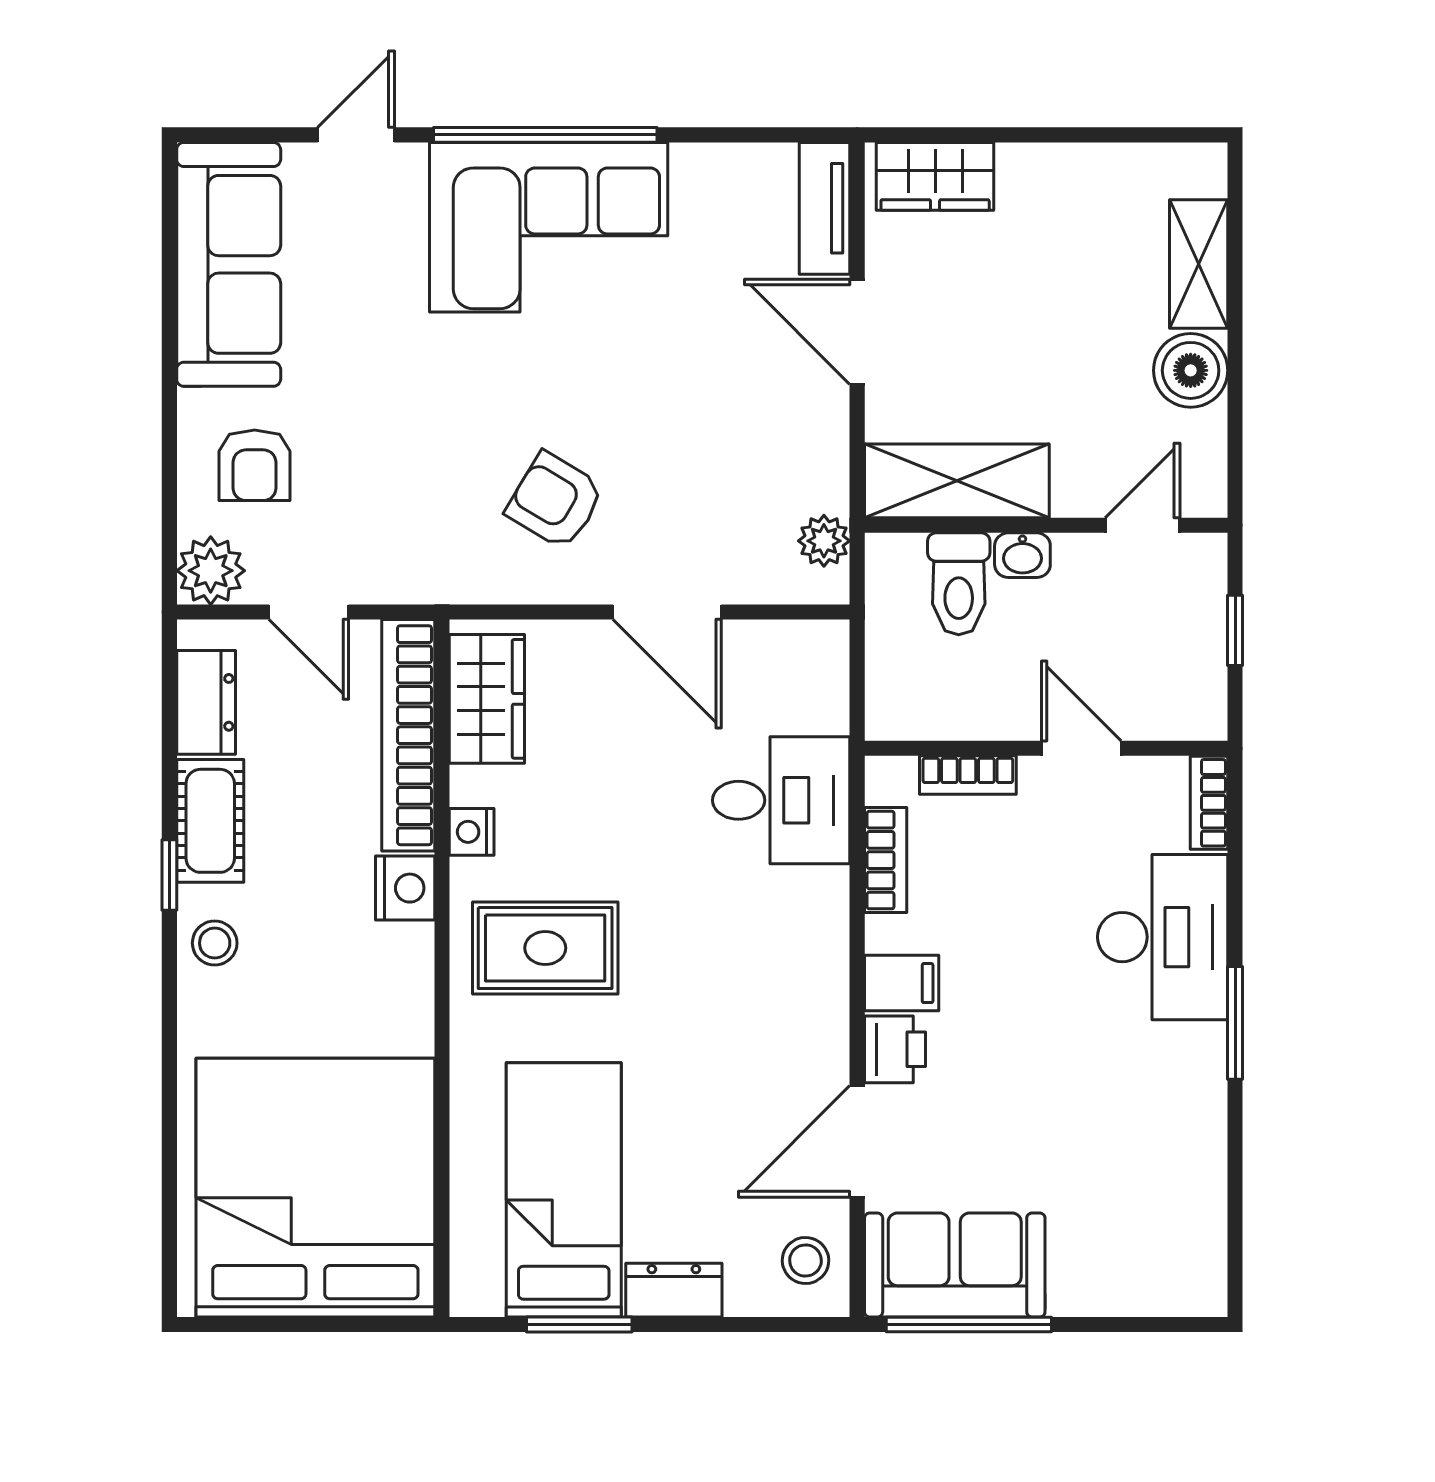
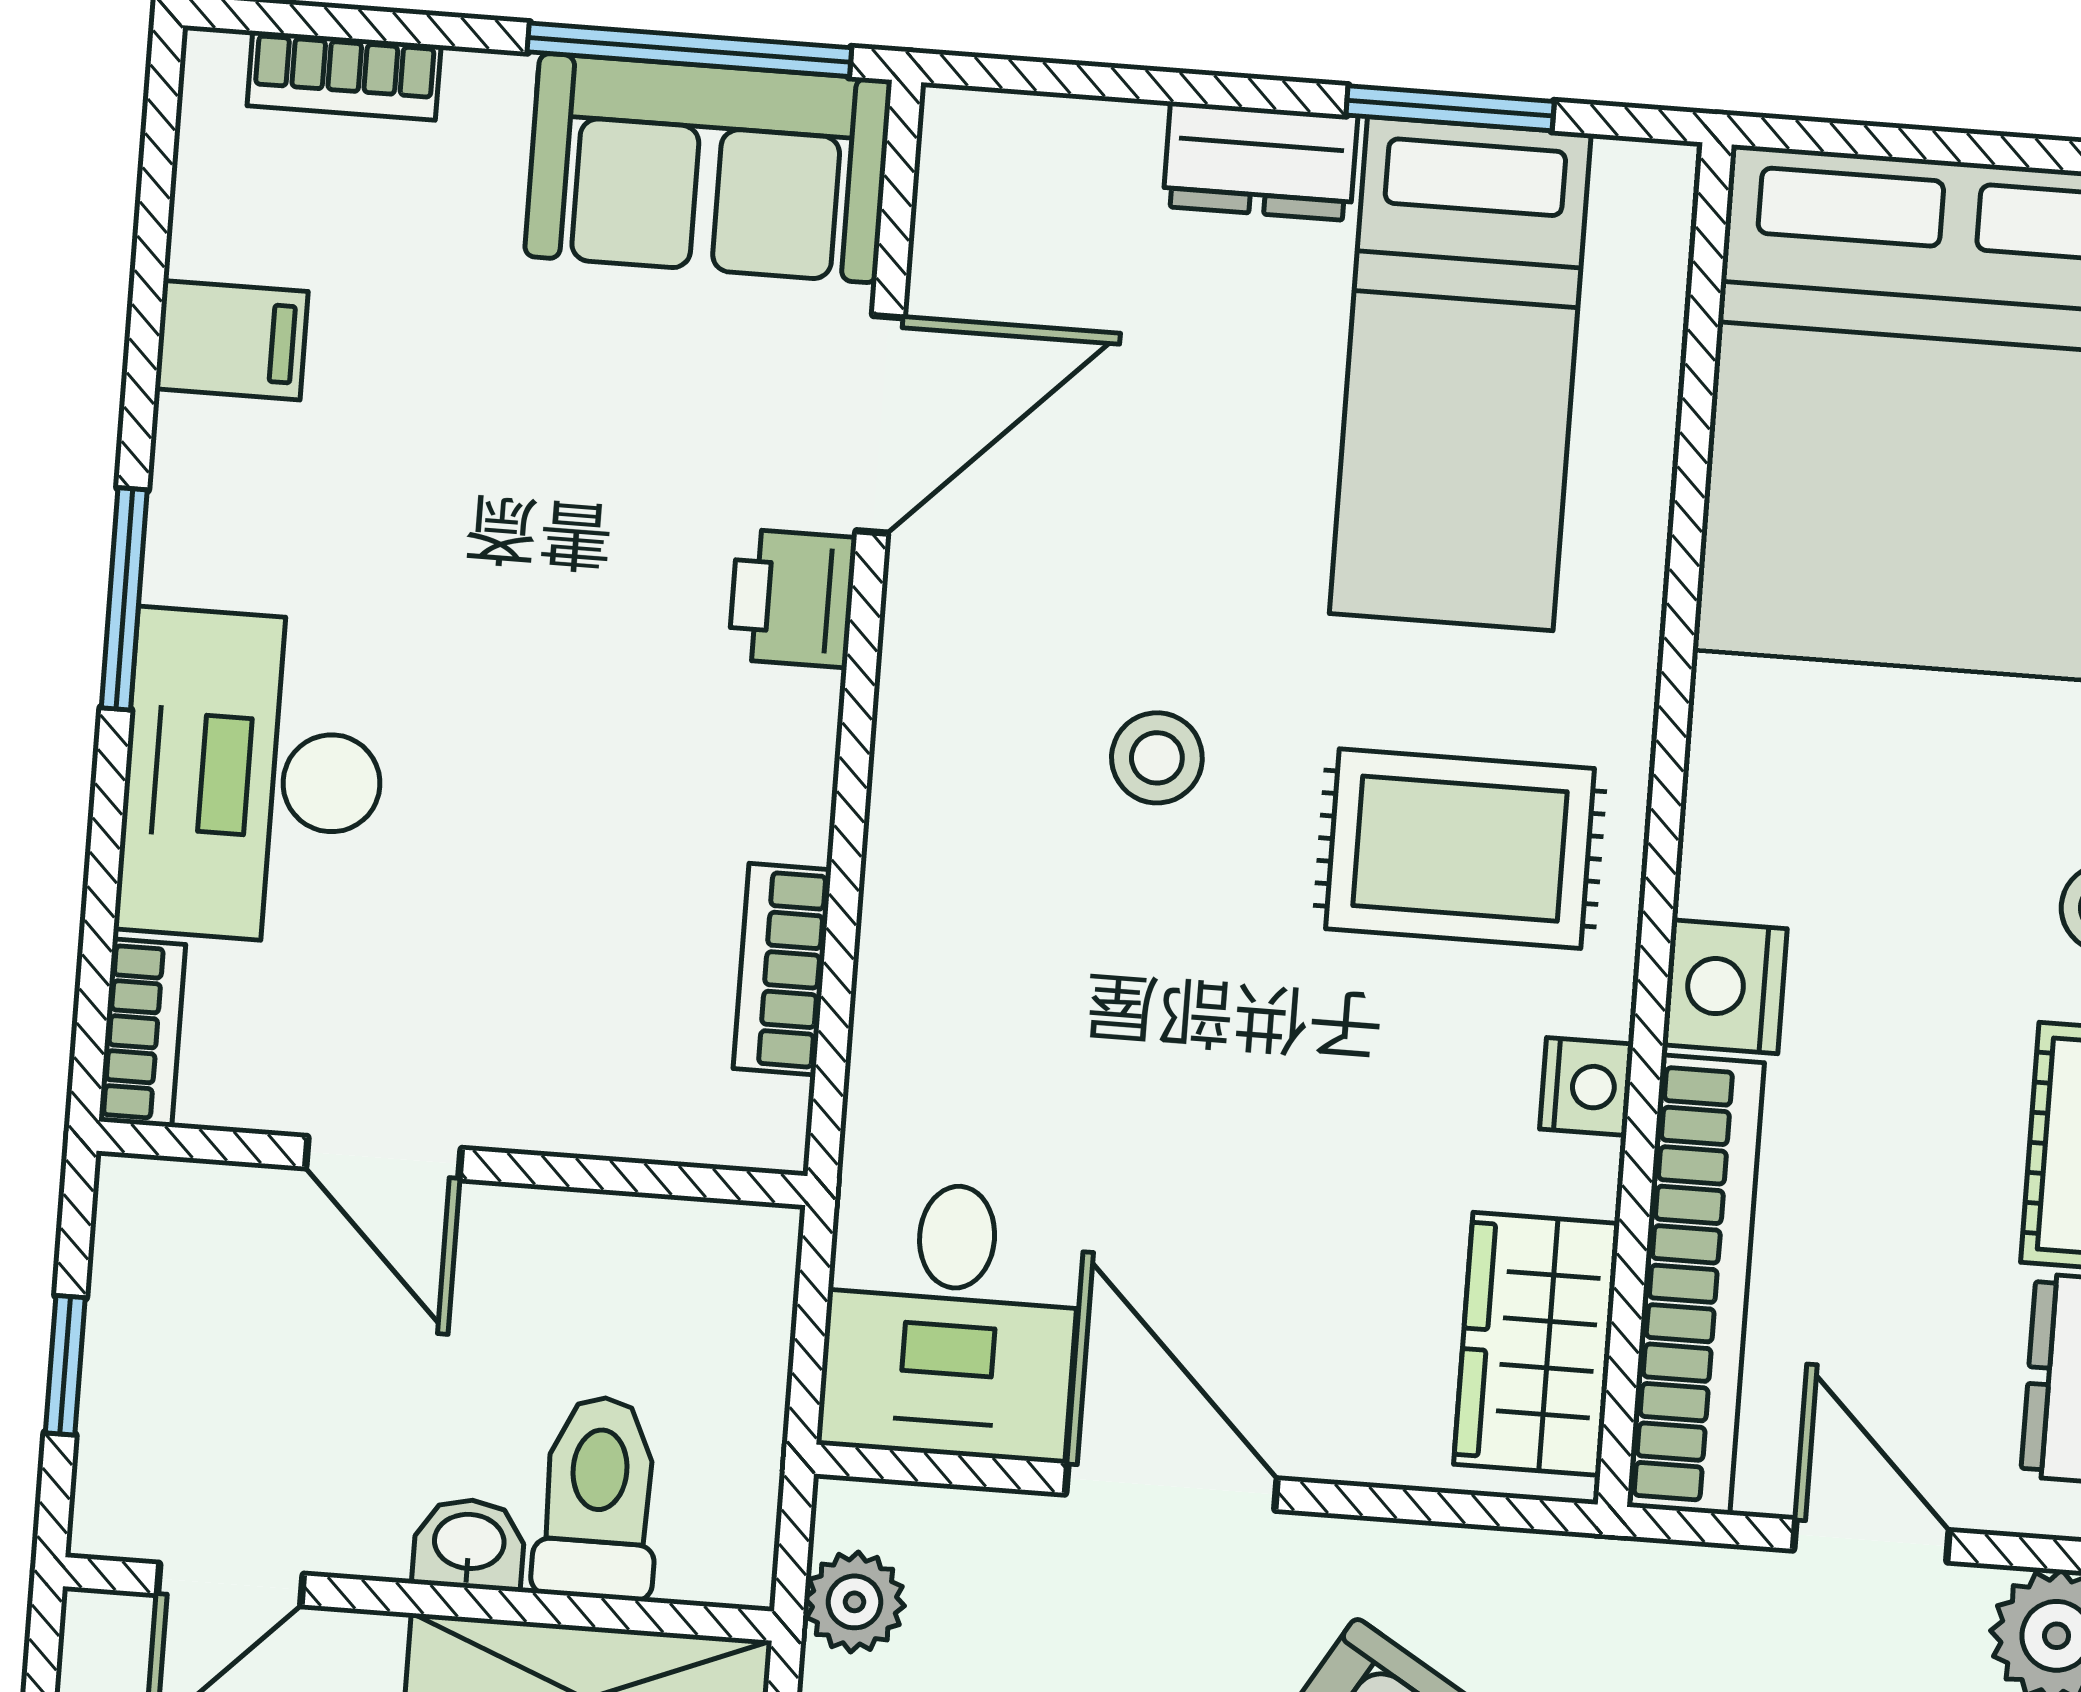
bookcase: (968, 775) -> (344, 76), moved, turned 180
desk: (781, 800) -> (951, 1320), moved, turned -90
filing cabinet: (902, 983) -> (232, 340), moved, turned 180
stool: (805, 1261) -> (1157, 758), moved

